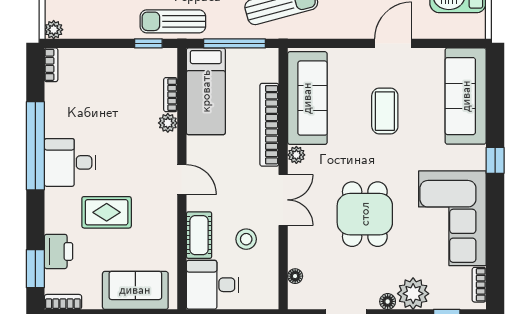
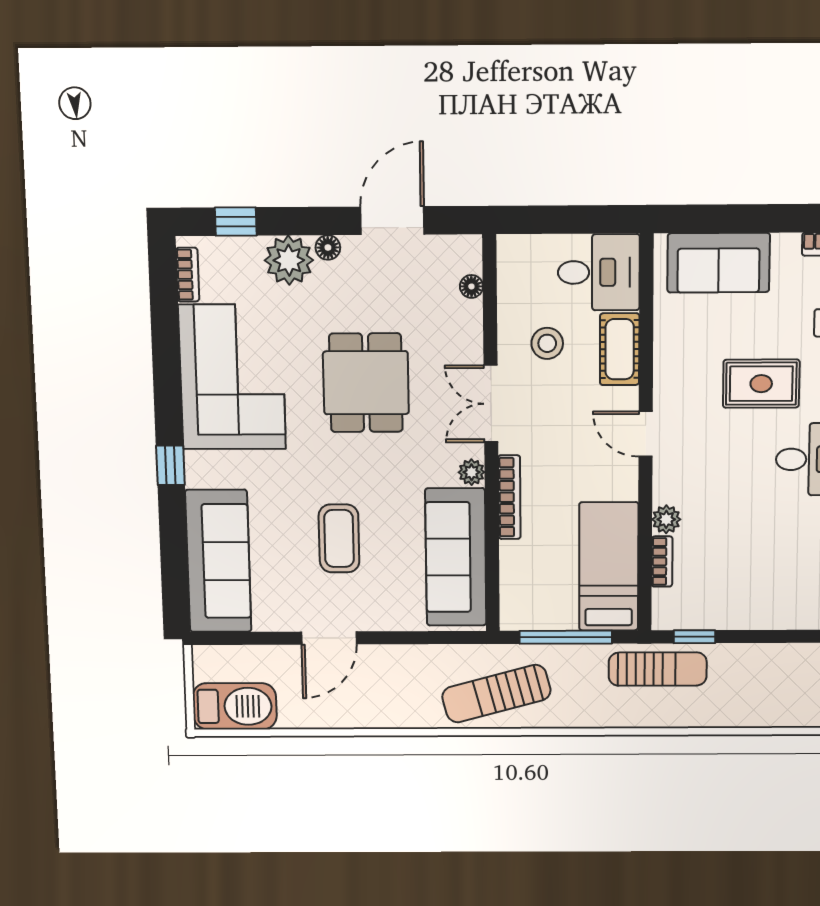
bookcase: (269, 125) -> (509, 497), width x0.68, depth x0.76

